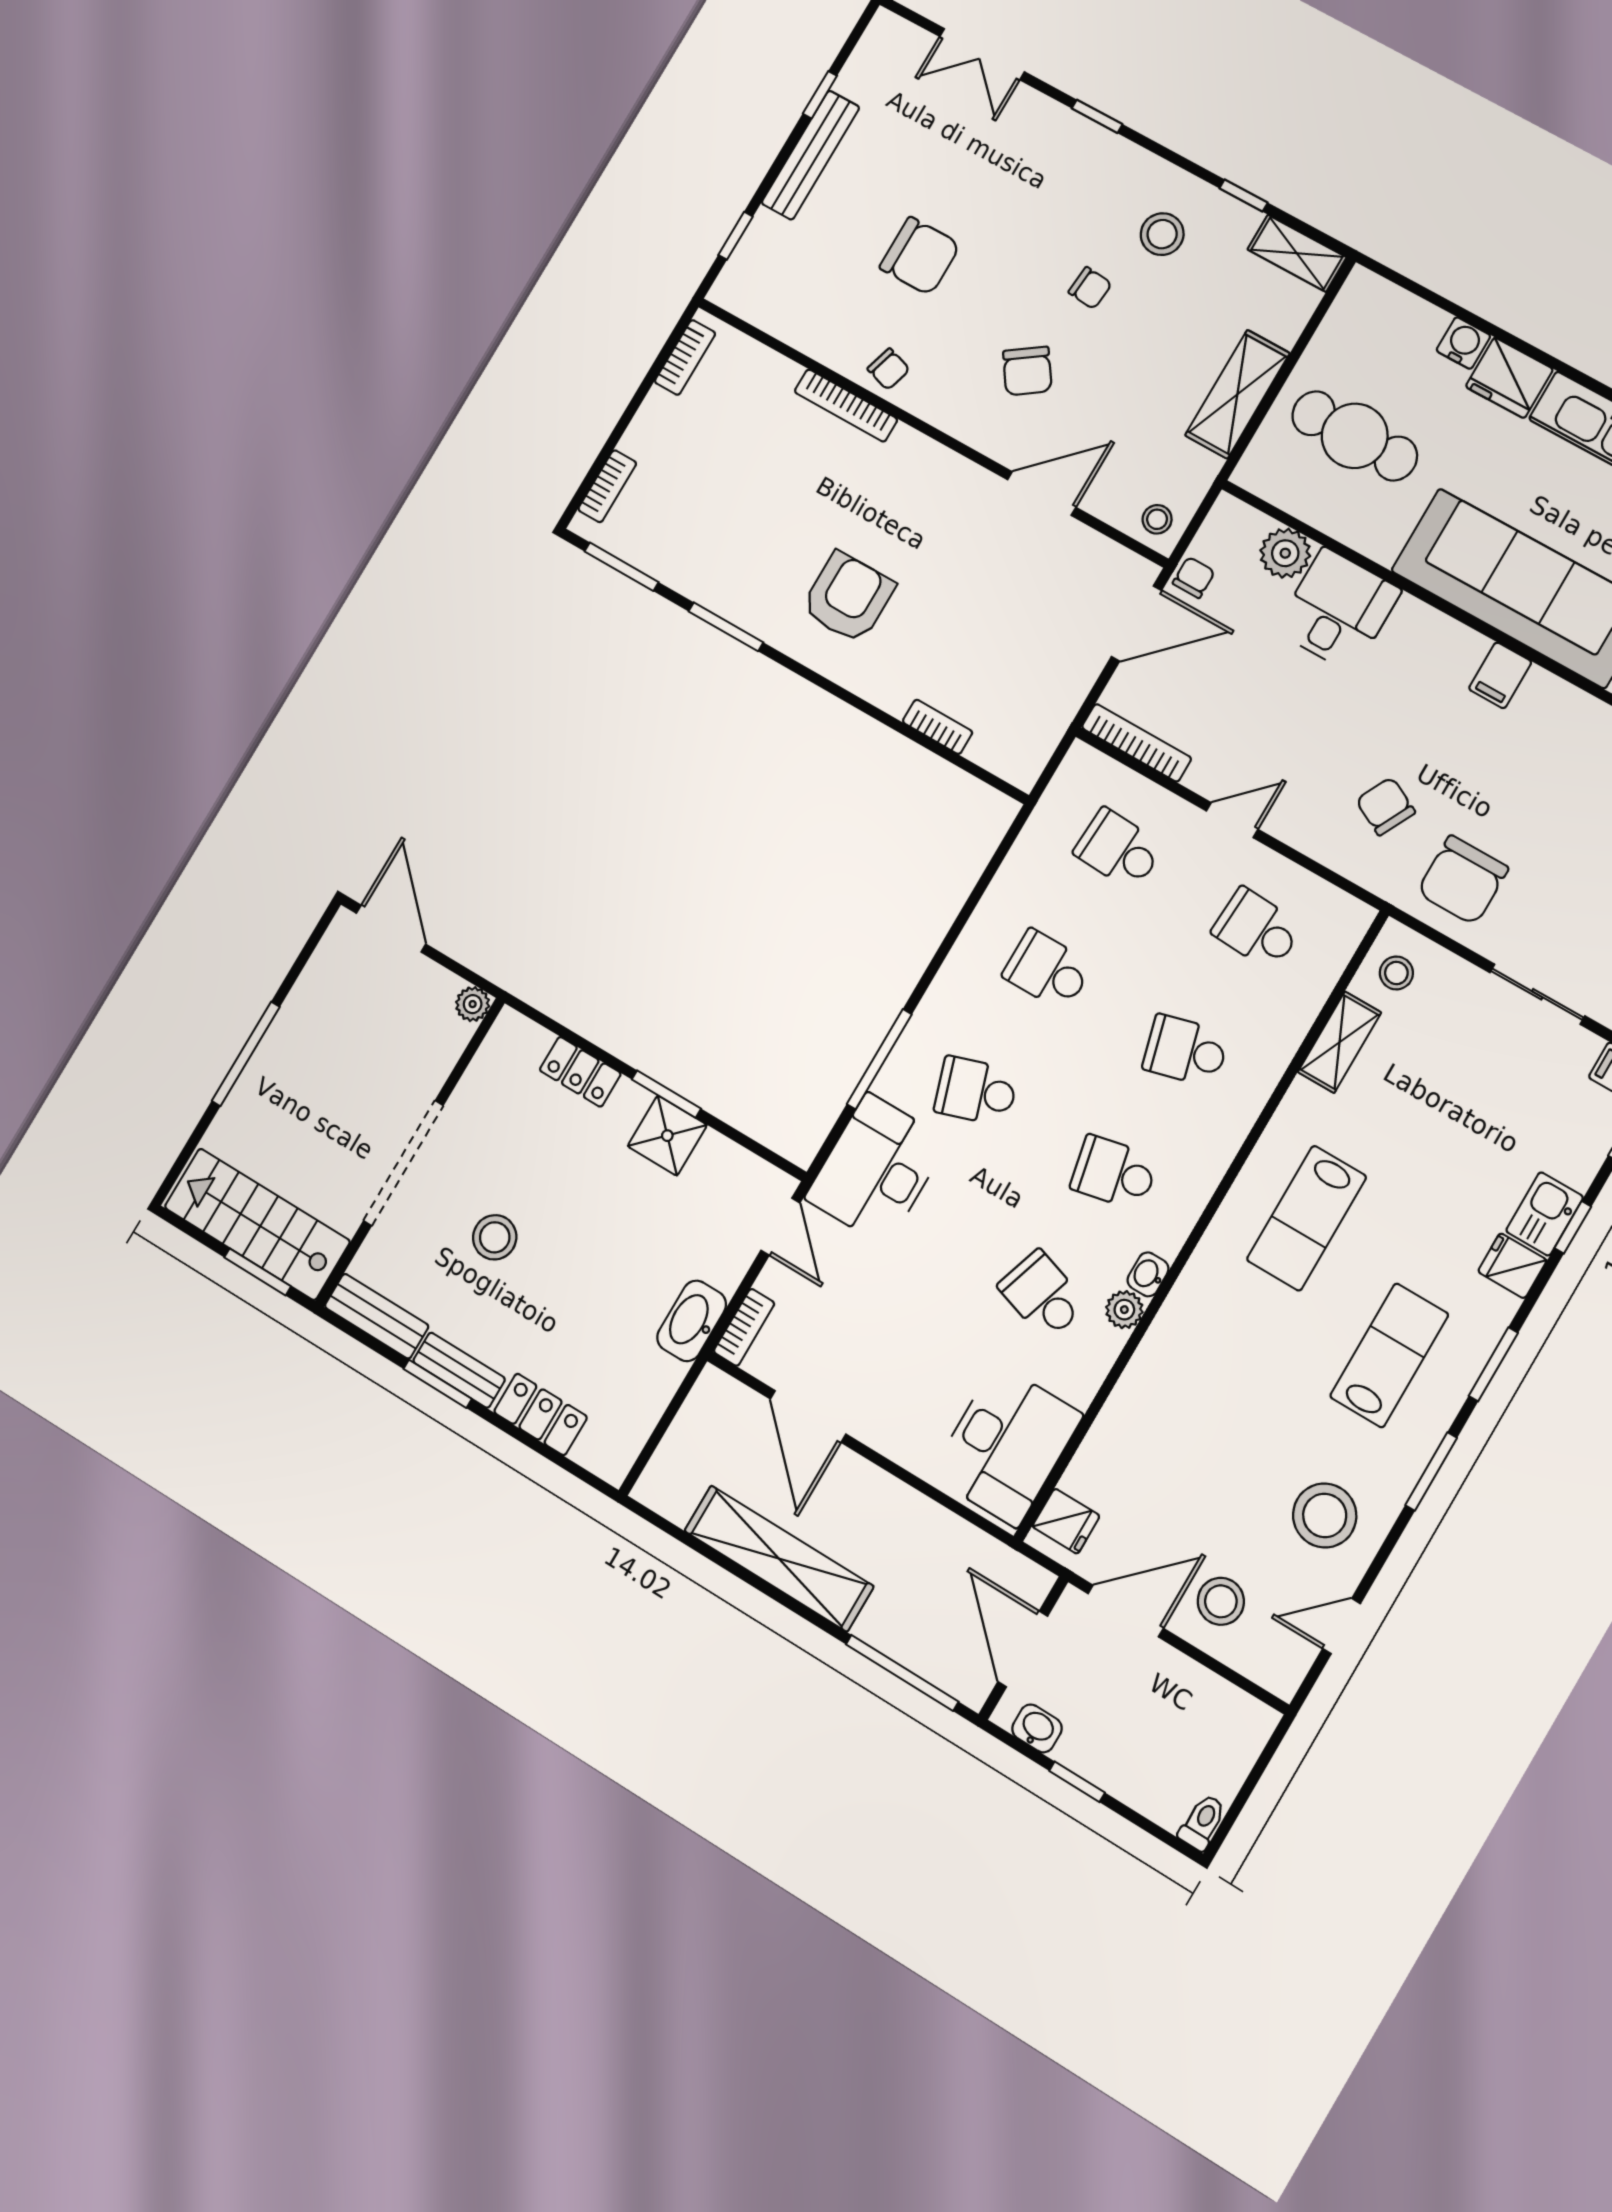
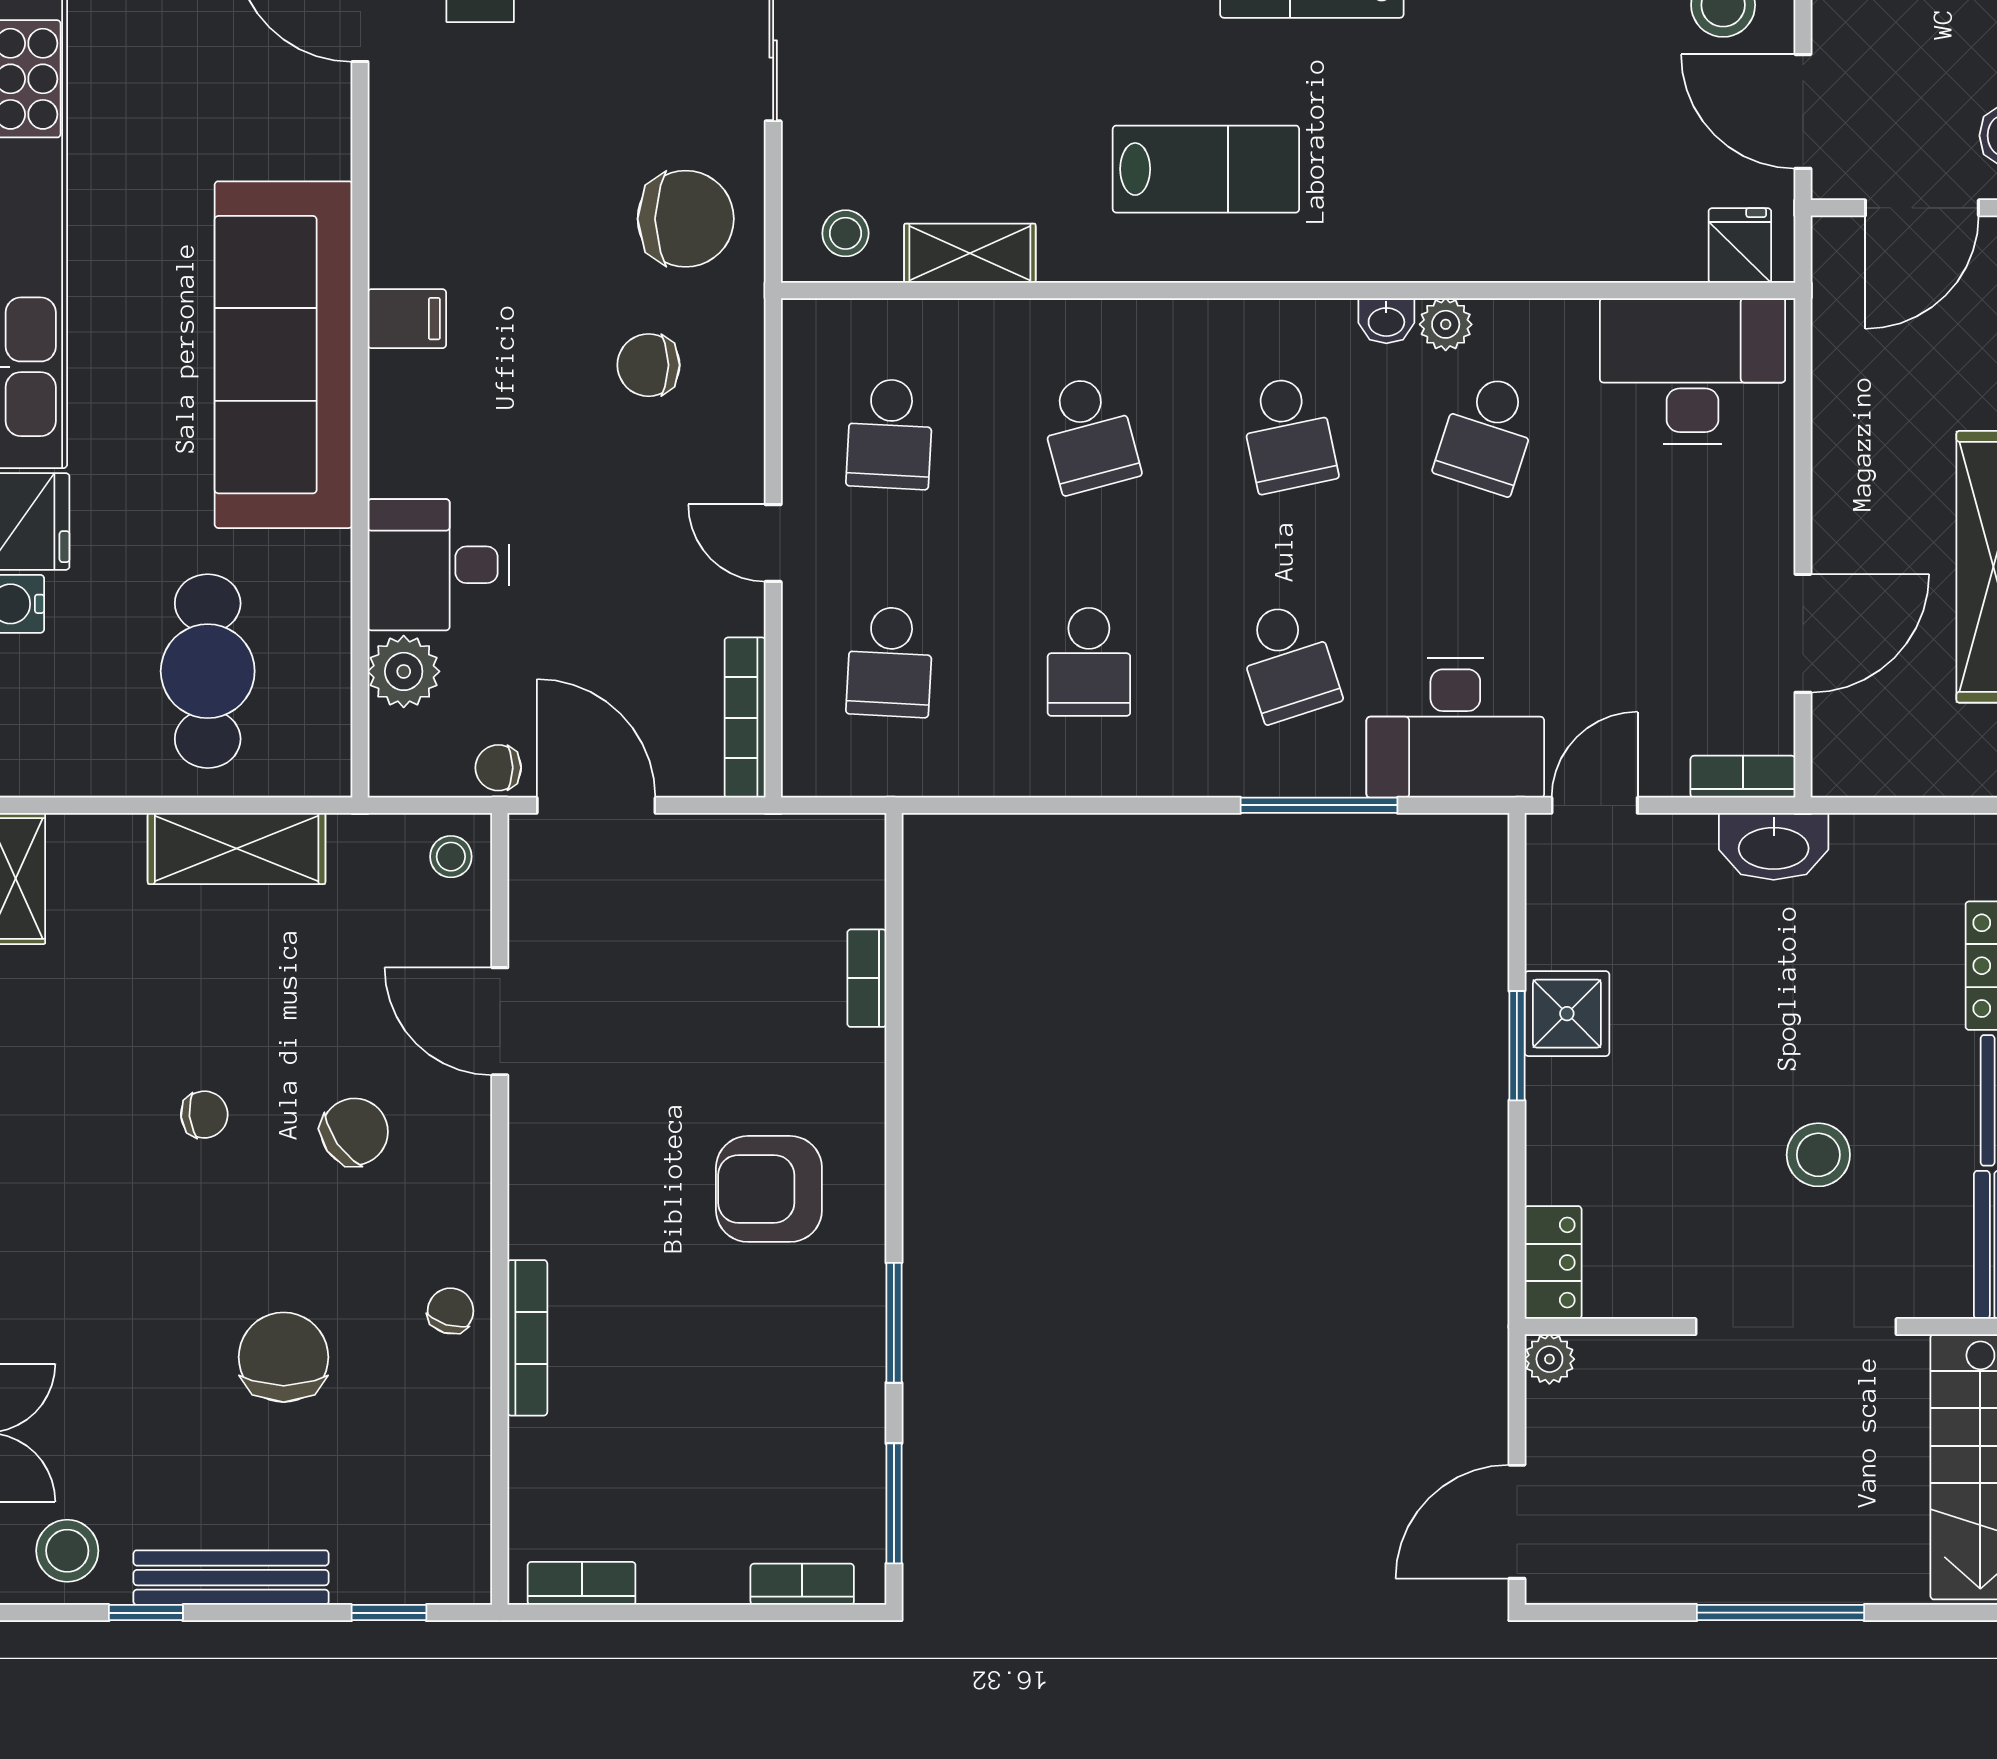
stool: (1162, 234) -> (67, 1551), moved
chair: (1090, 288) -> (204, 1115), turned 79
chair: (1385, 806) -> (649, 365), turned 63
locker: (580, 1072) -> (1553, 1262), moved

